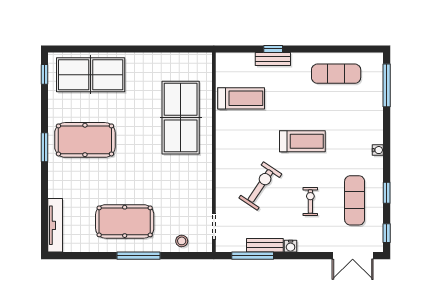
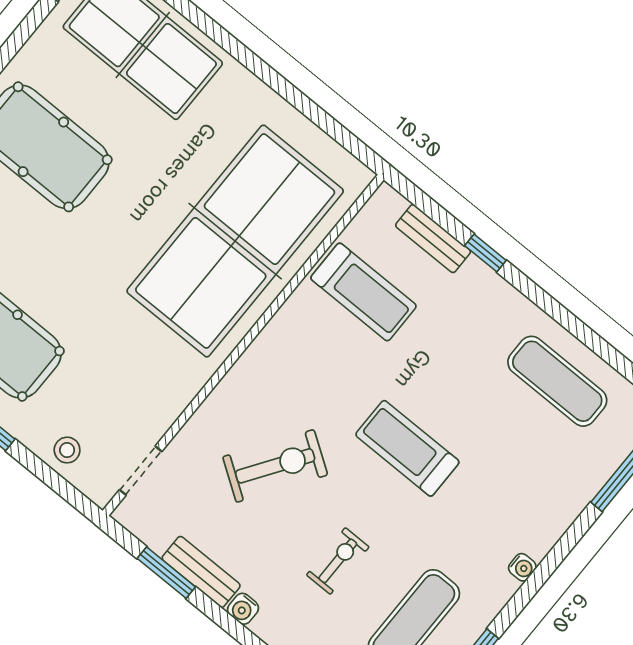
bench: (273, 59) -> (433, 238), moved
table tennis table: (181, 118) -> (235, 241), width x1.36, depth x1.32
treadmill: (302, 141) -> (407, 448), turned 180
window: (253, 256) -> (166, 573), width x0.69

